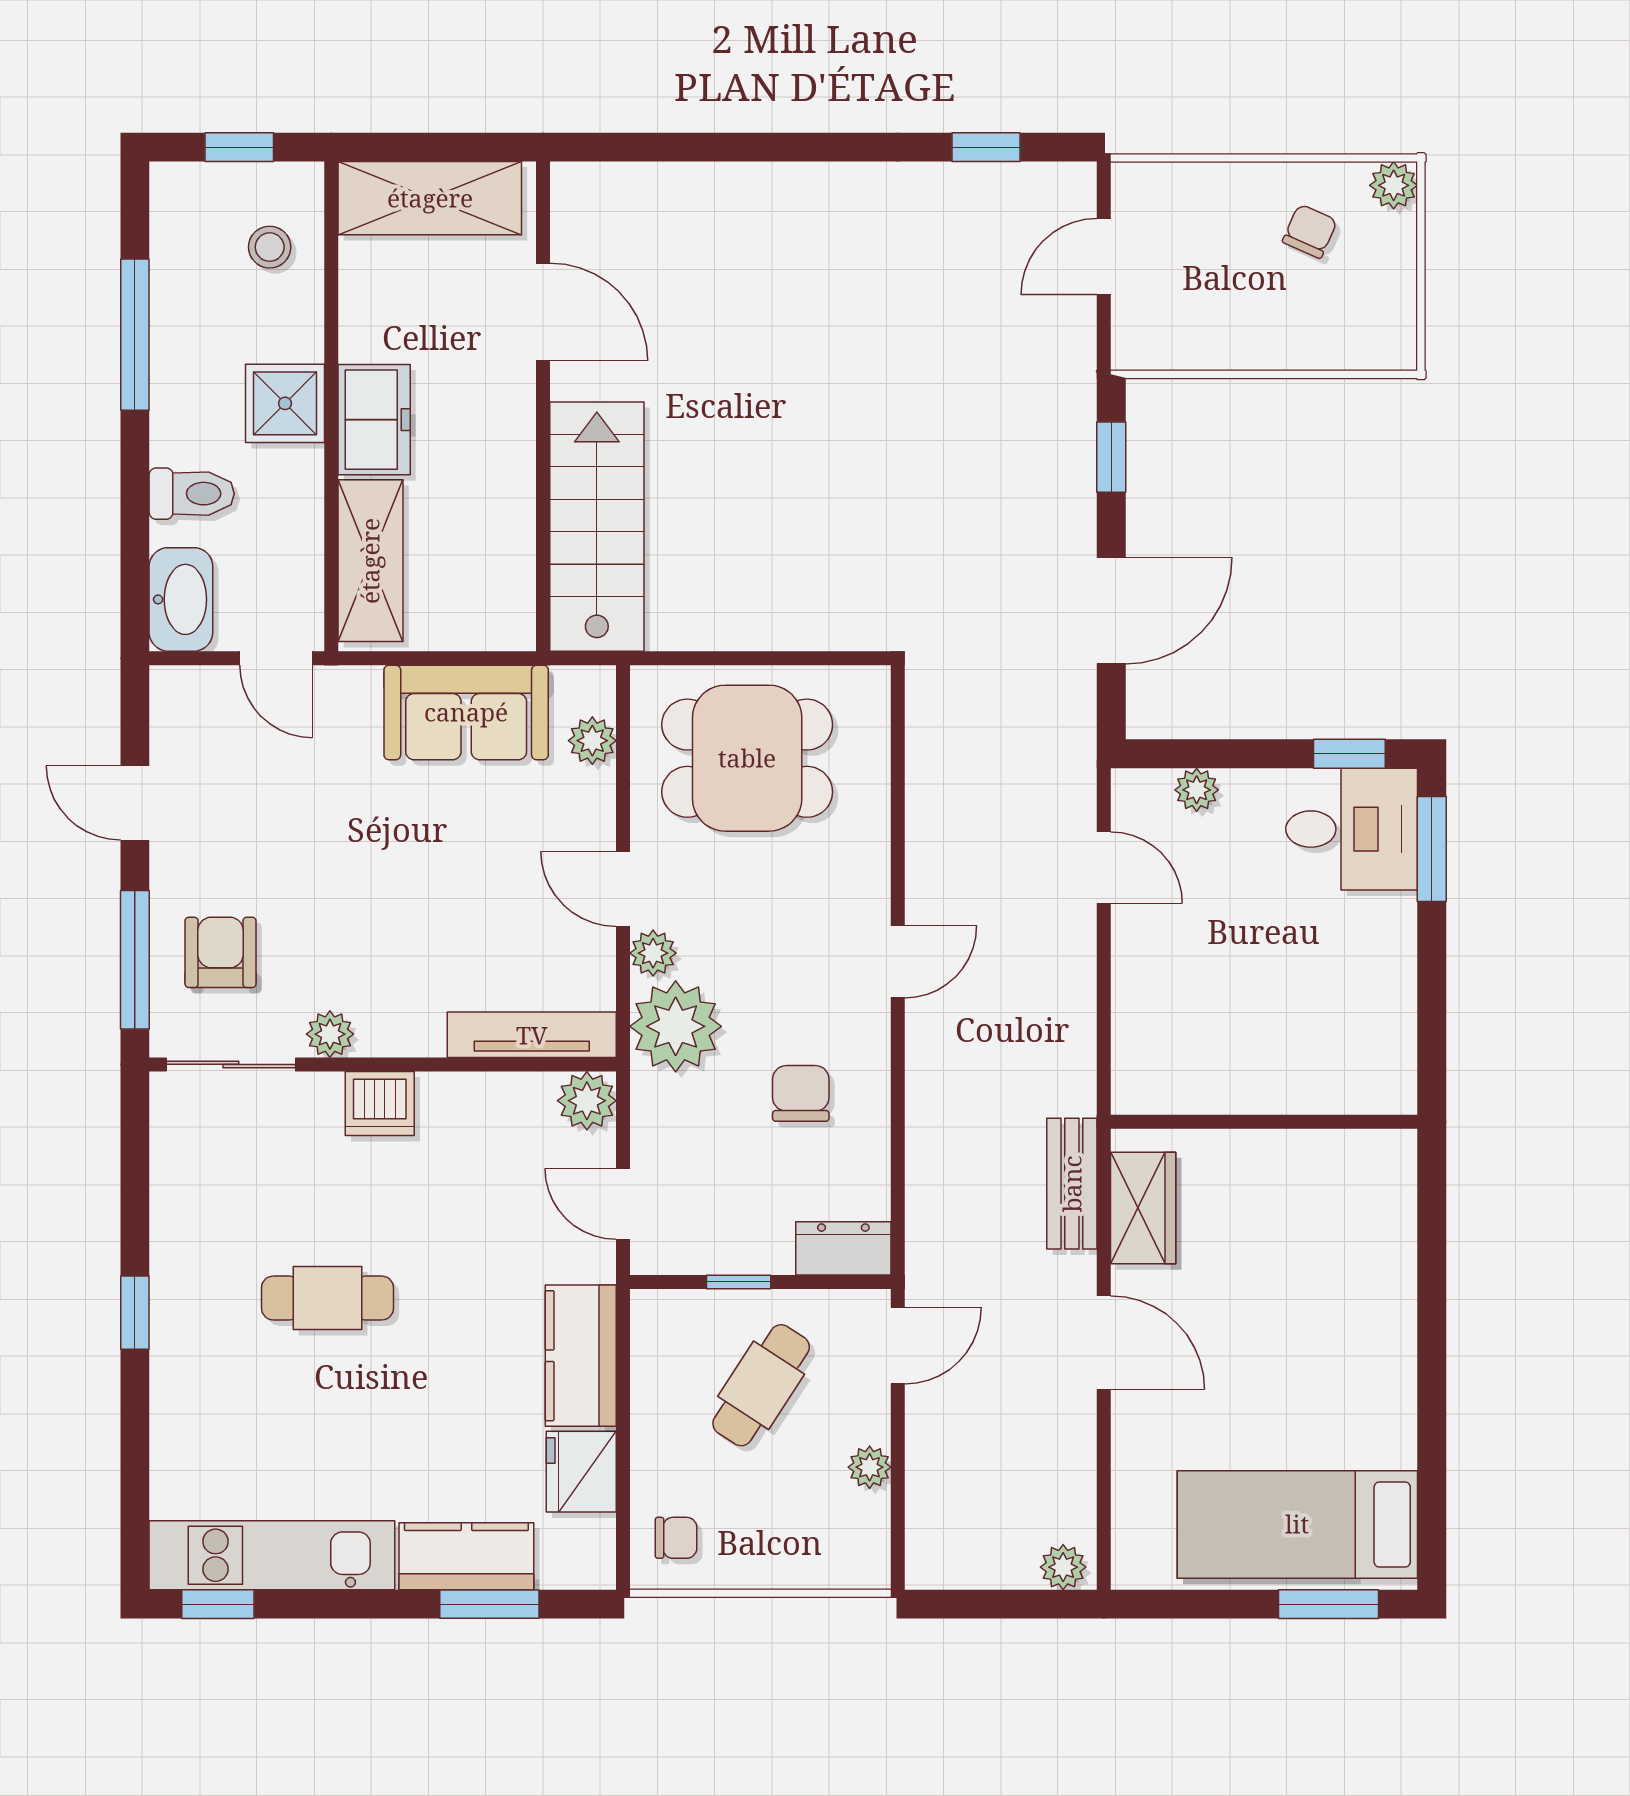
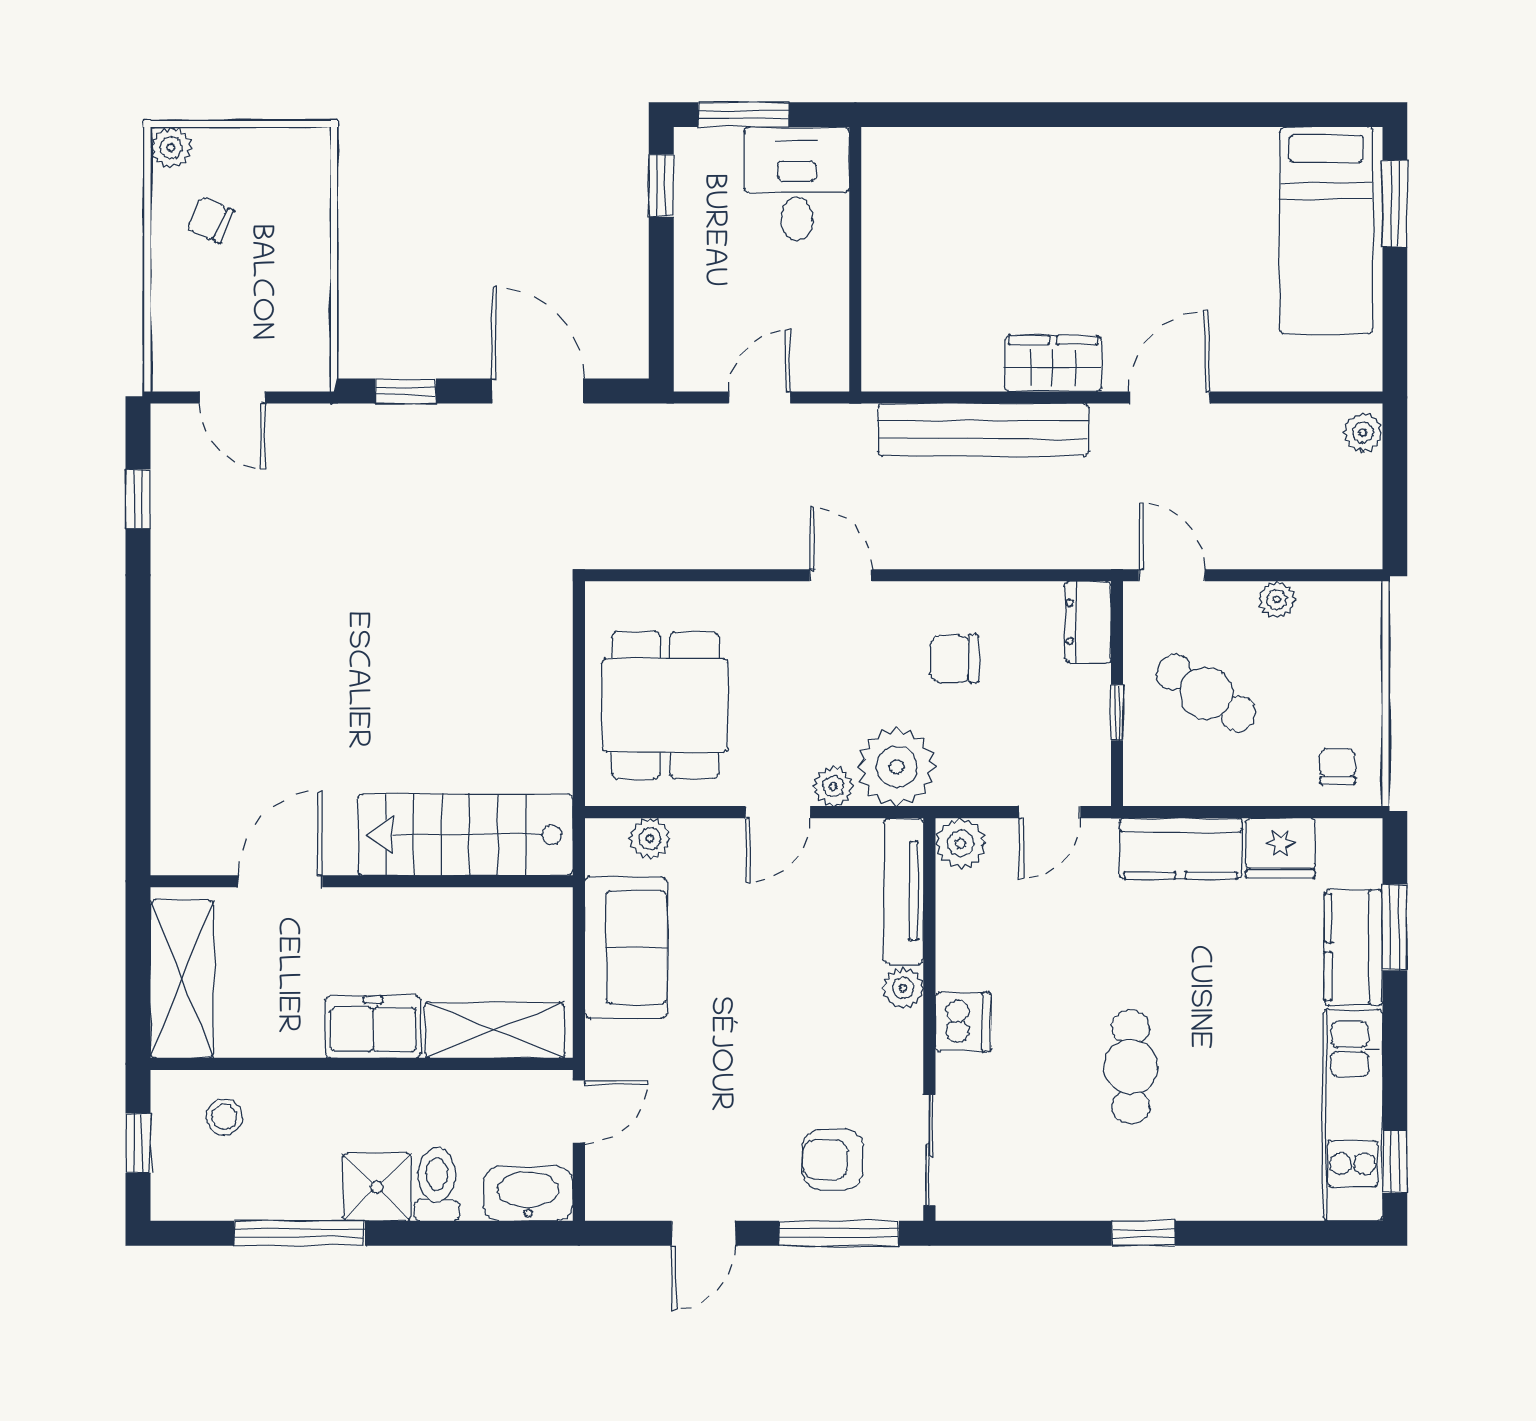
shower: (285, 403) -> (377, 1187), moved
plant: (1197, 790) -> (692, 317), removed
desk: (1352, 829) -> (797, 184), moved
plant: (330, 1034) -> (903, 988), moved
wall: (1264, 1122) -> (855, 259), moved
bench: (1072, 1184) -> (983, 430), width x1.86, depth x1.21

